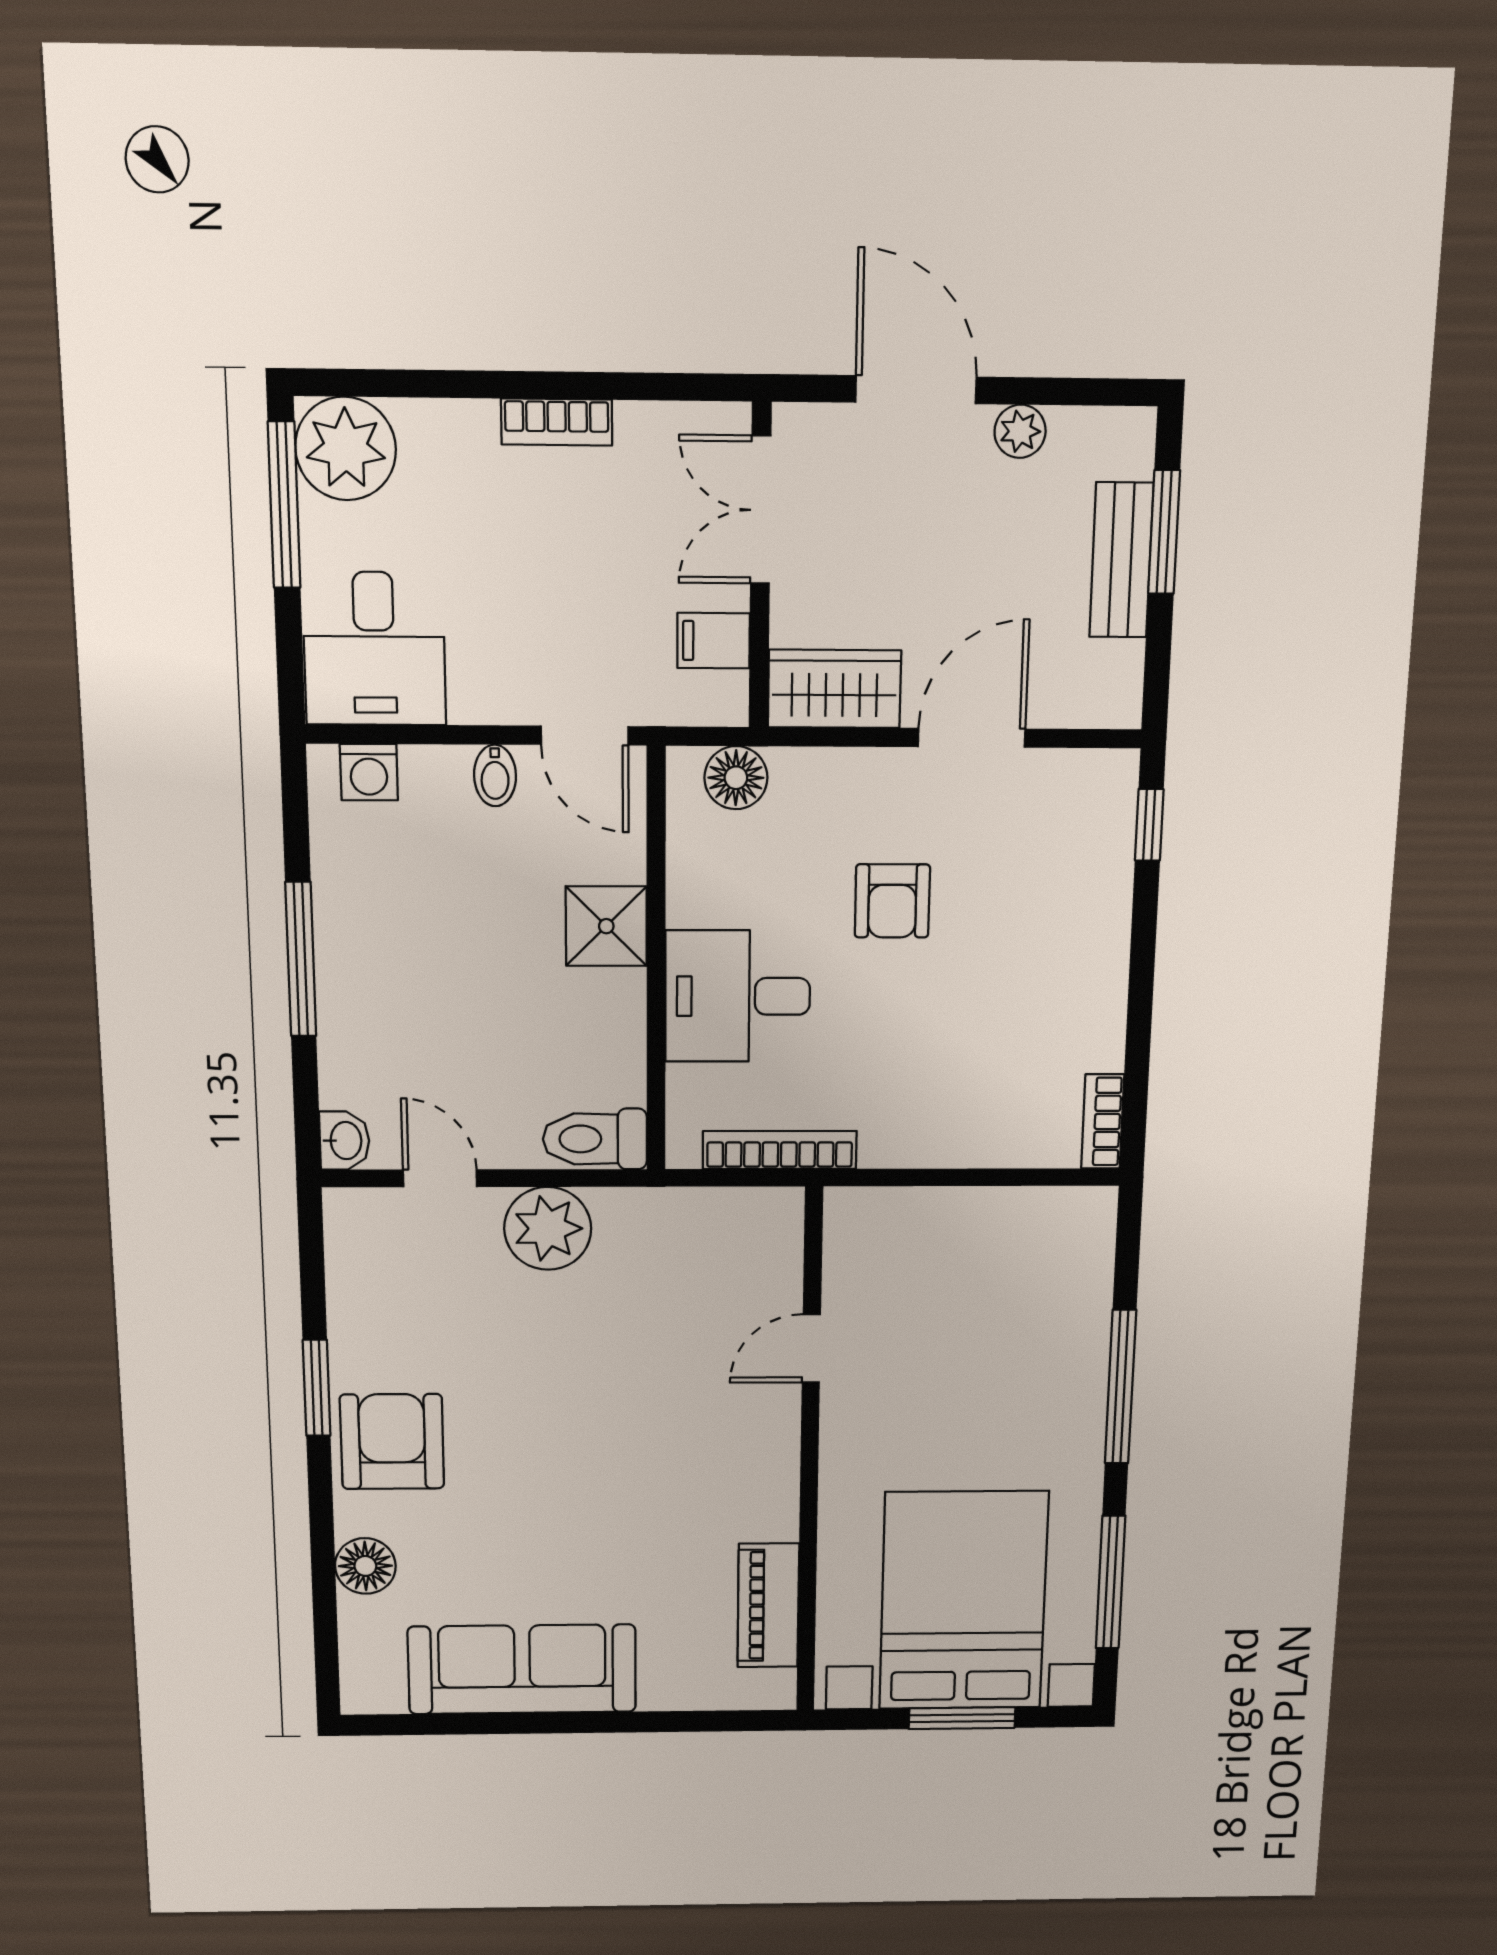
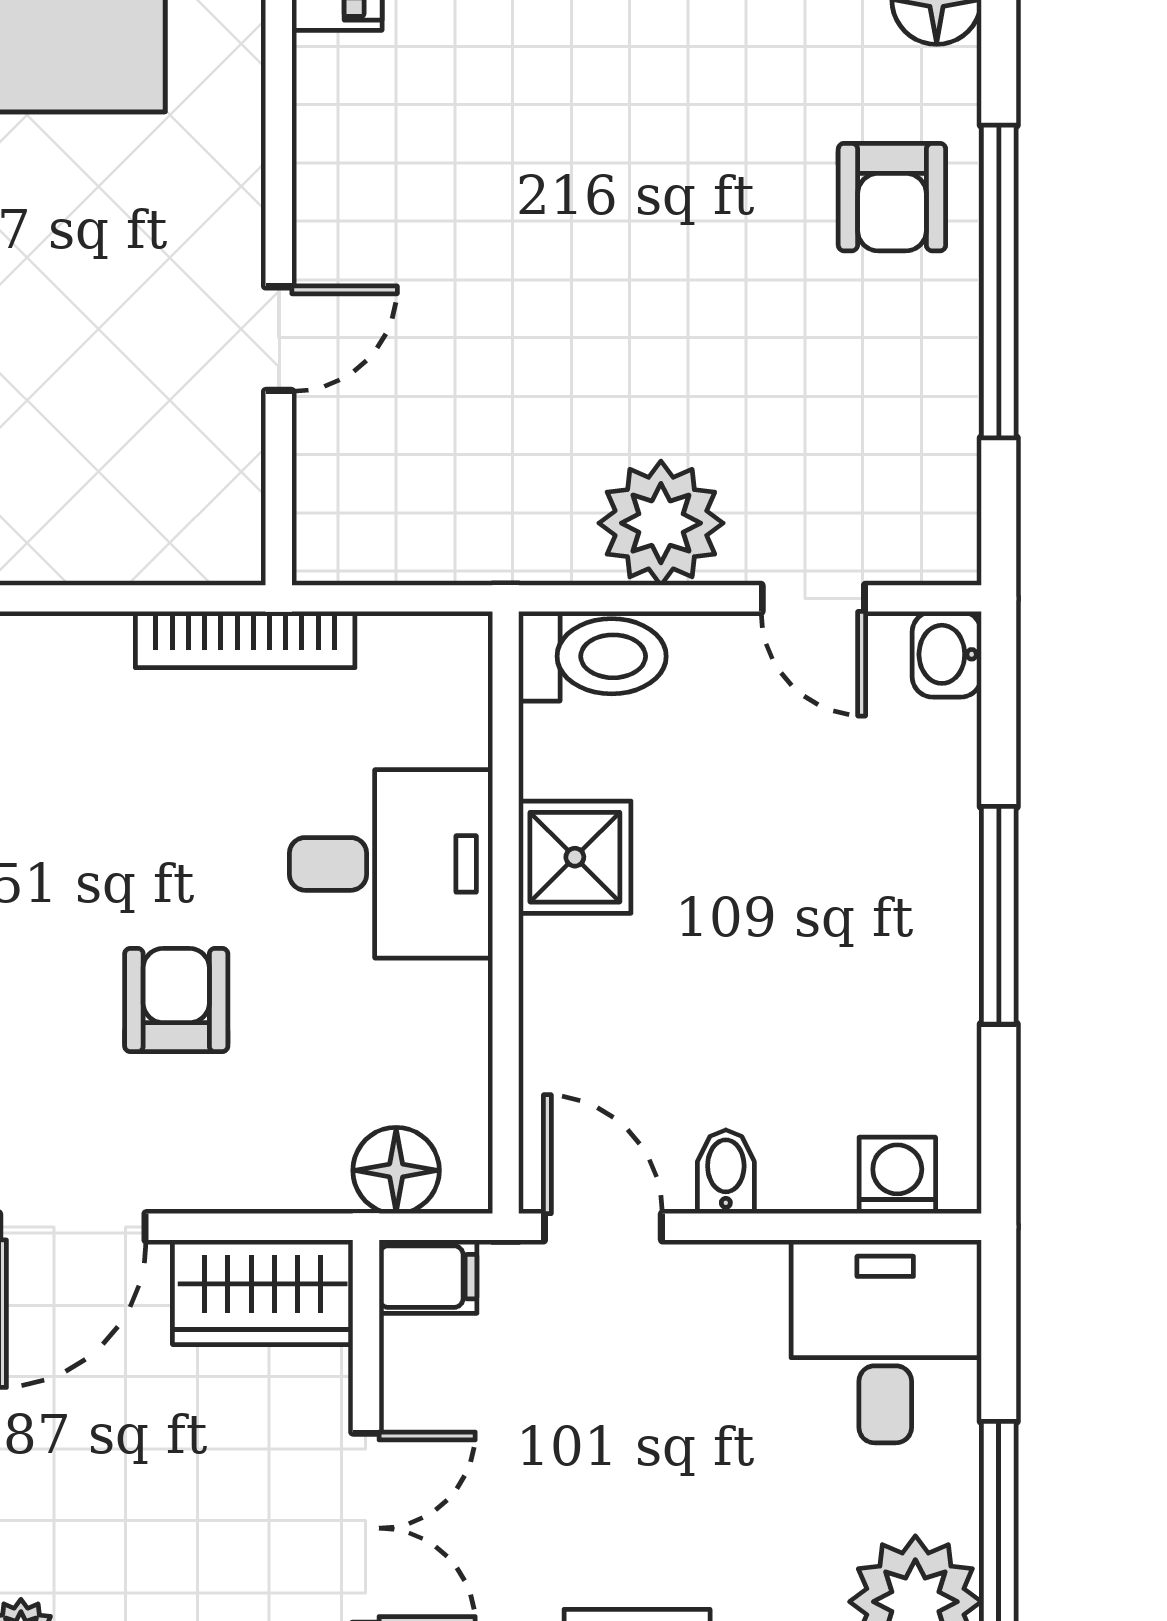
filing cabinet: (714, 641) -> (428, 1277), moved
shower: (606, 926) -> (575, 857), moved
bookcase: (780, 1150) -> (245, 640), moved
window: (317, 1388) -> (999, 281), width x2.11
armchair: (392, 1442) -> (892, 197), width x0.72, depth x0.72

